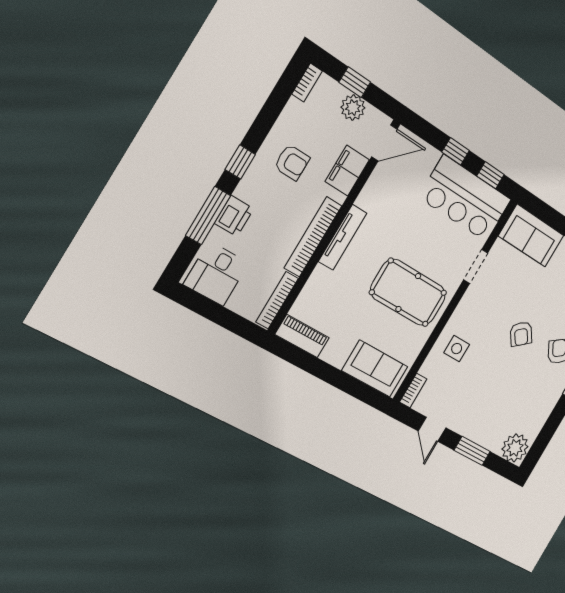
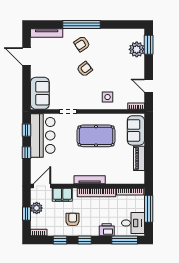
window: (269, 114) -> (60, 240), added
door: (384, 143) -> (42, 186), hinge flipped
window: (208, 215) -> (125, 240), moved
pool table: (408, 293) -> (96, 136), turned 90
window: (225, 318) -> (149, 209), added
piano: (302, 336) -> (139, 158), moved
door: (432, 429) -> (149, 86), swing flipped
plant: (515, 448) -> (137, 49), moved
window: (472, 451) -> (149, 45), moved

